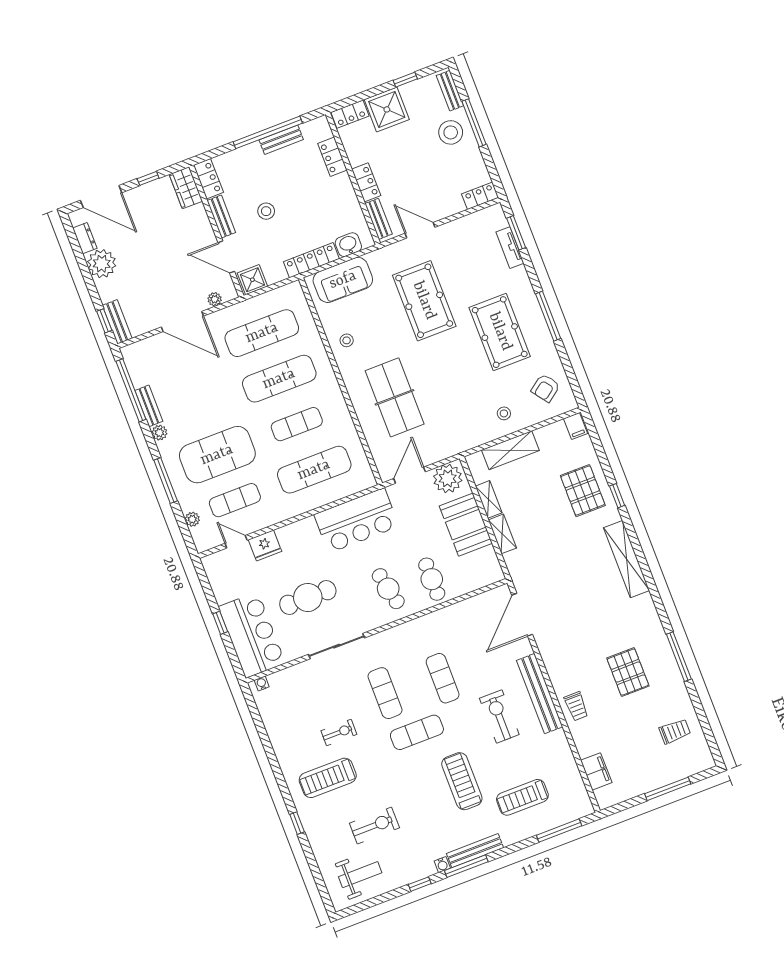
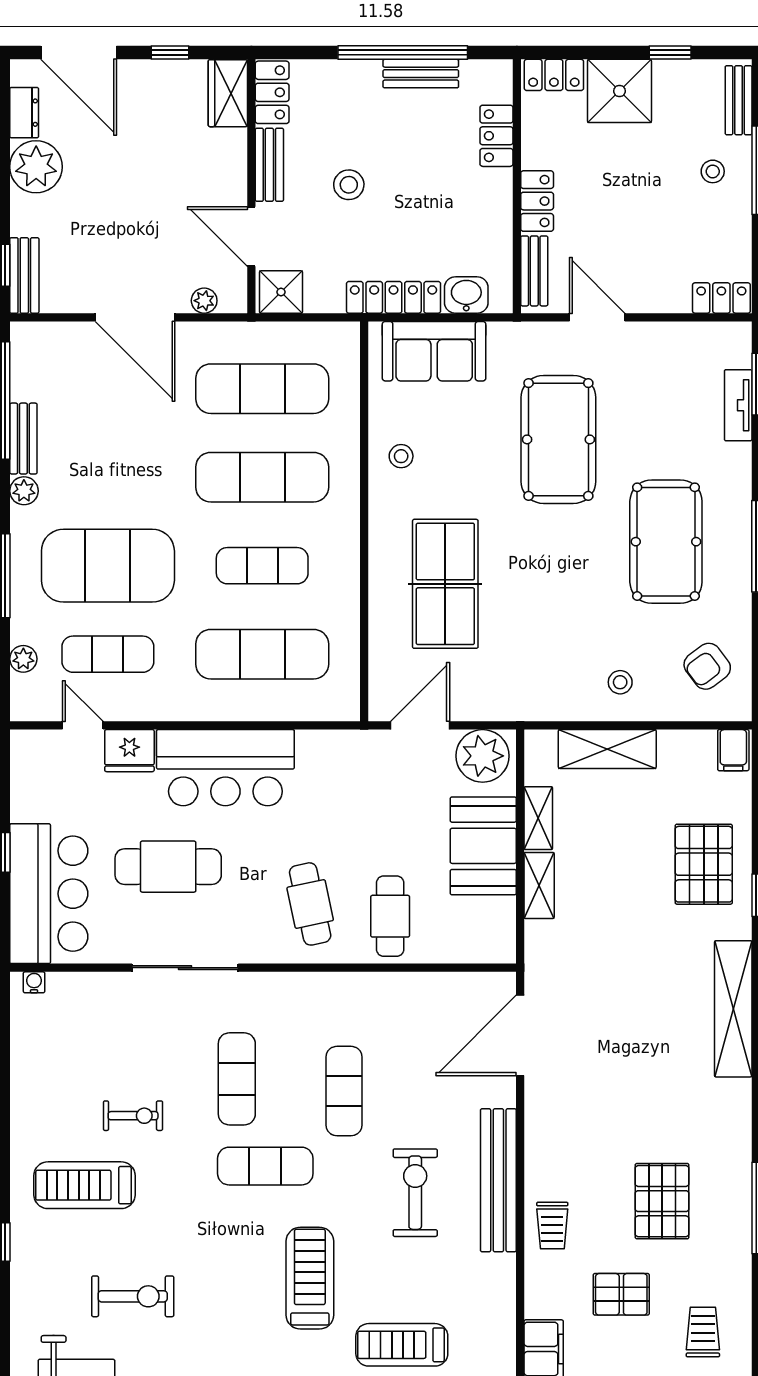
stool: (451, 132) -> (713, 171), width x0.53, depth x0.53
bar counter: (356, 520) -> (225, 768), moved
pallet: (625, 728) -> (621, 1294), added
trolley: (675, 731) -> (703, 1332), turned -90

